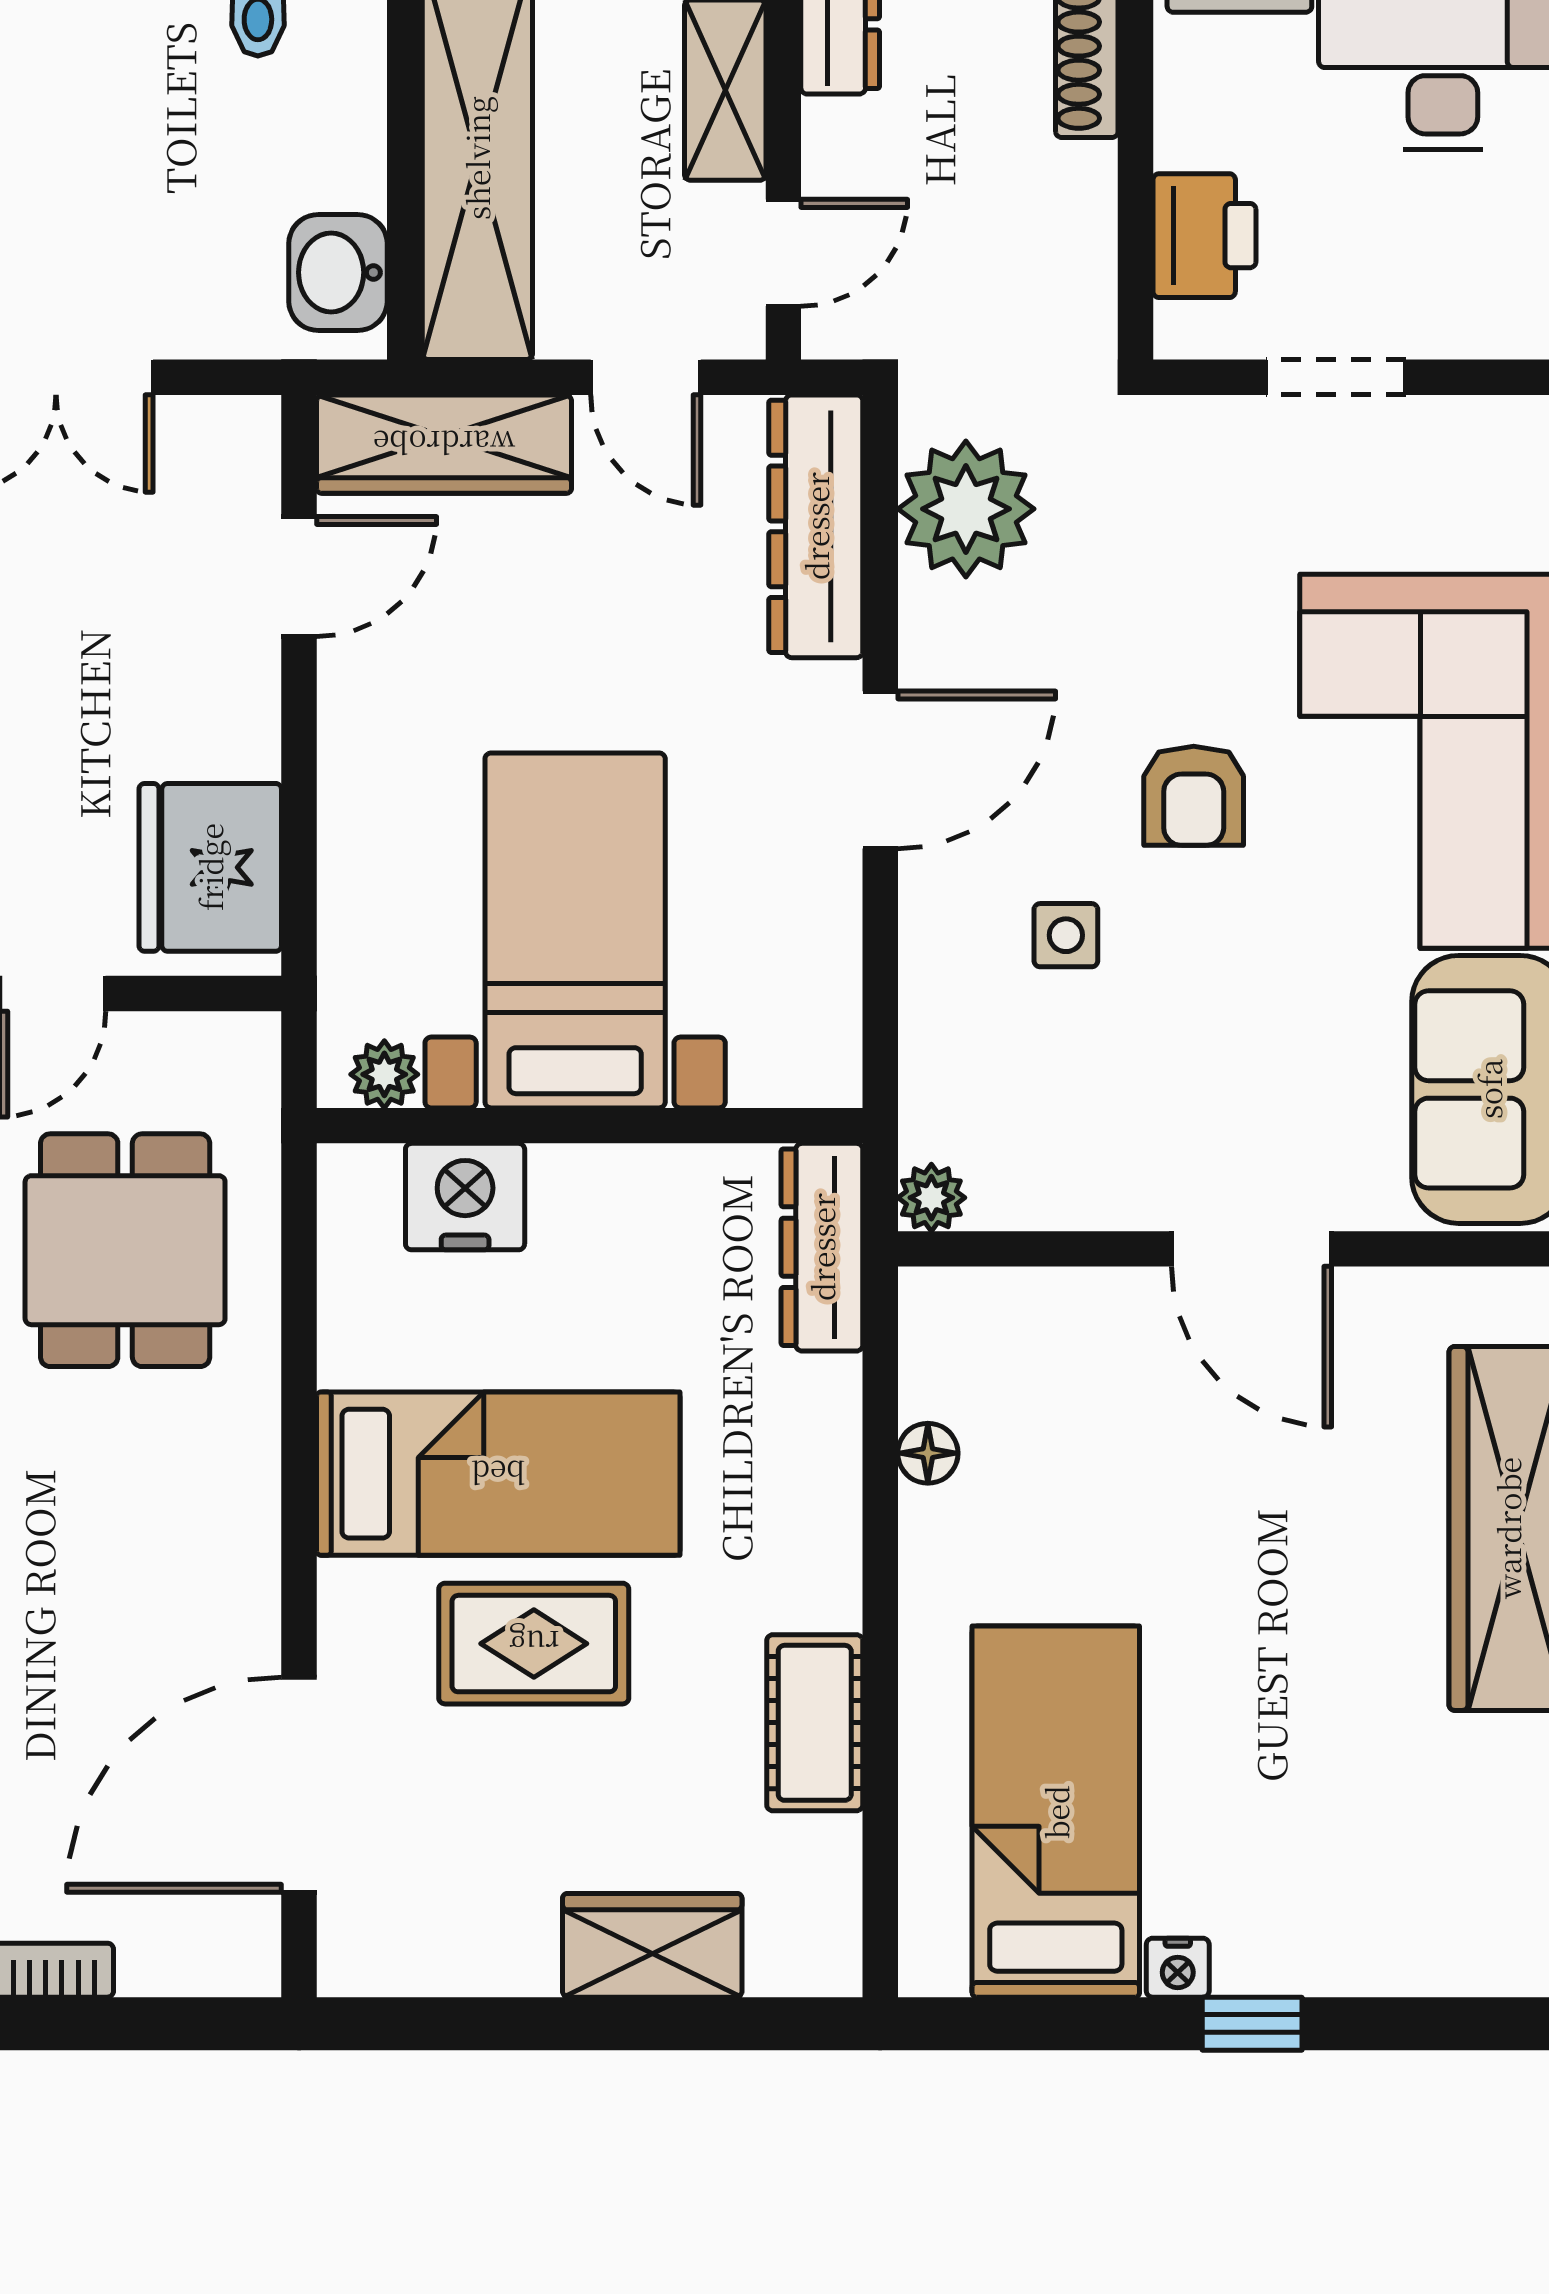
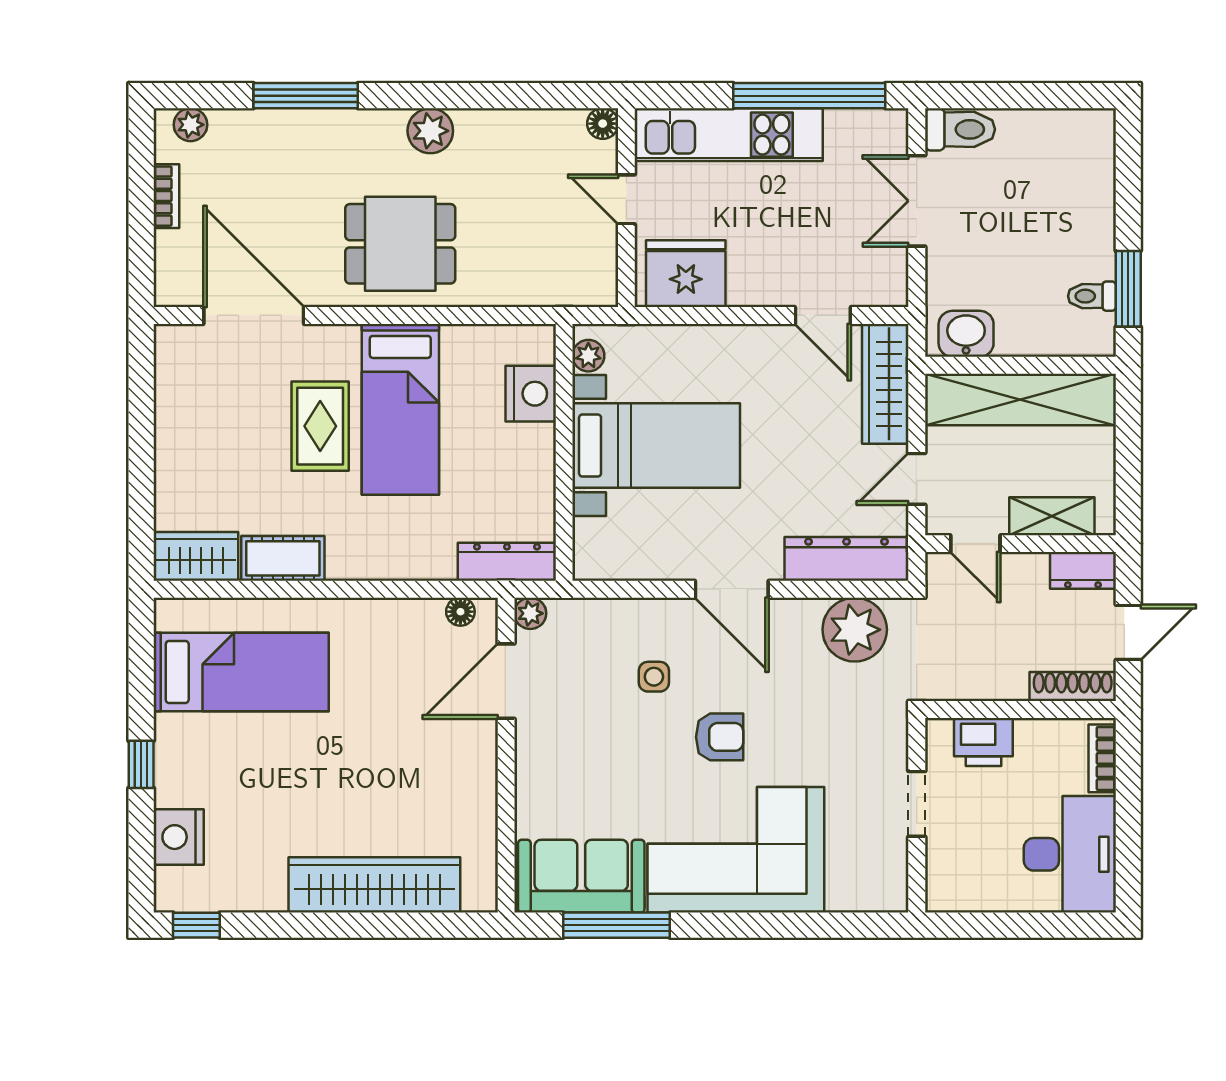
armchair: (1194, 796) -> (720, 737), turned 180
door: (1252, 1249) -> (506, 681), moved
dining table: (125, 1250) -> (400, 244), moved
floor lamp: (928, 1453) -> (460, 612), moved
wardrobe: (652, 1945) -> (196, 556), moved, turned -90
nightstand: (1178, 1968) -> (179, 837), moved, width x1.89, depth x1.79

